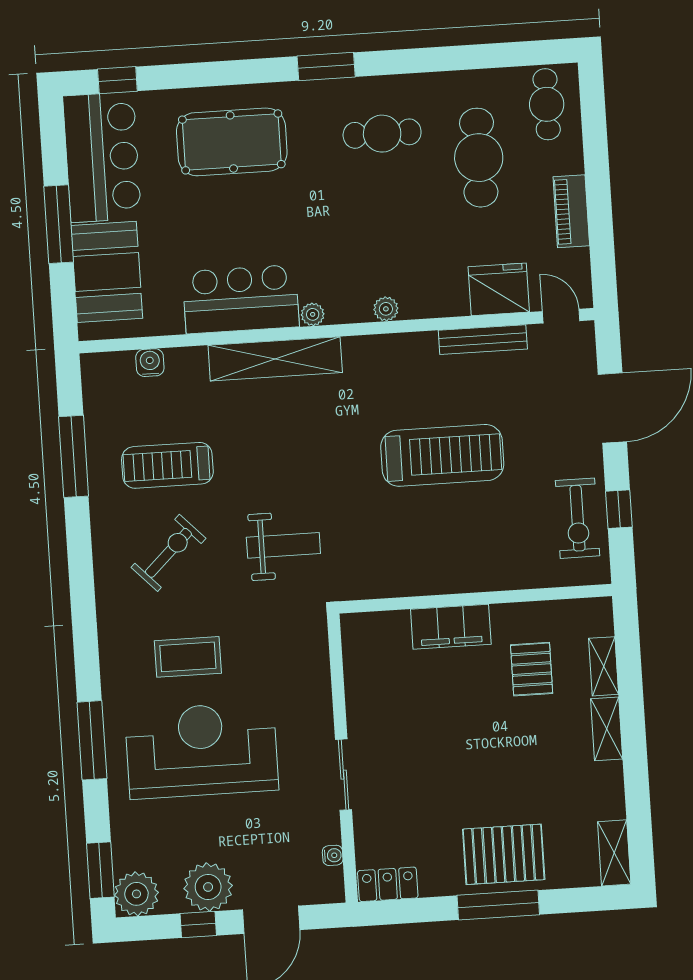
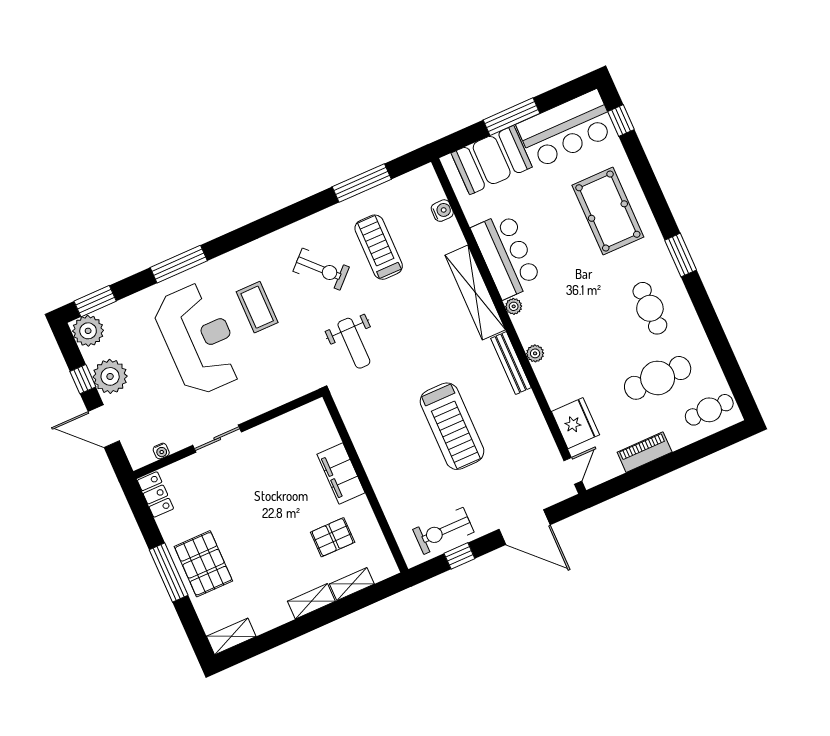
bench: (483, 340) -> (511, 363), moved

